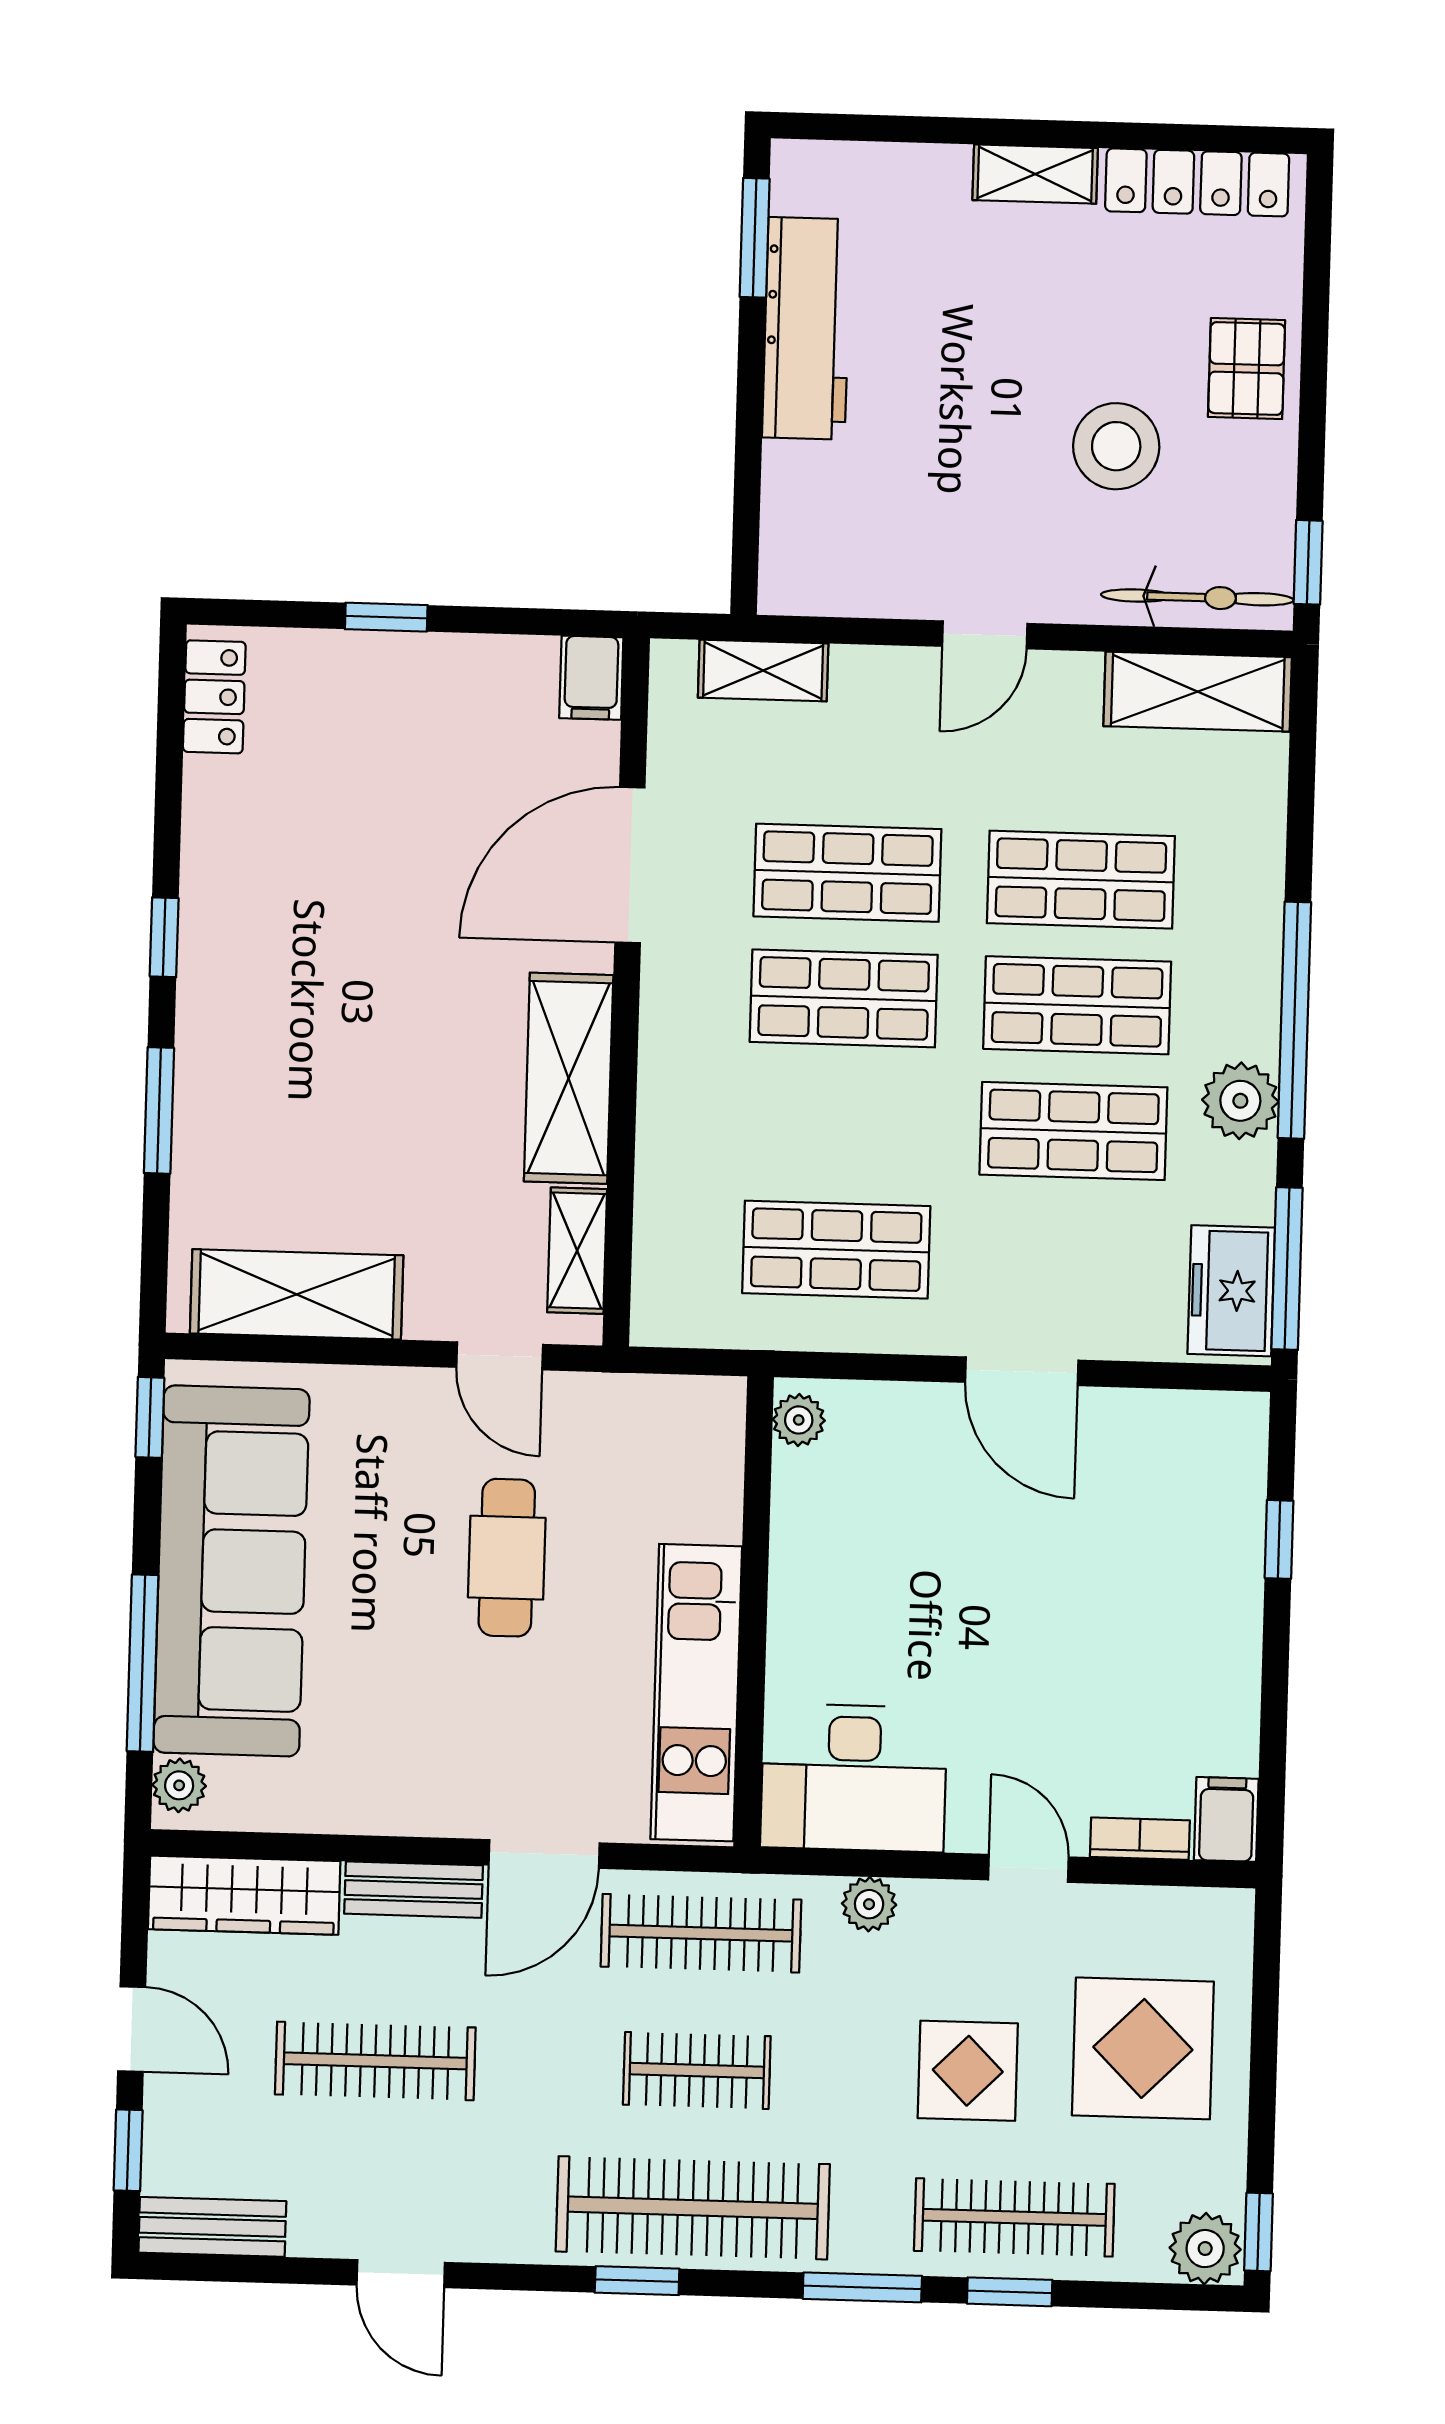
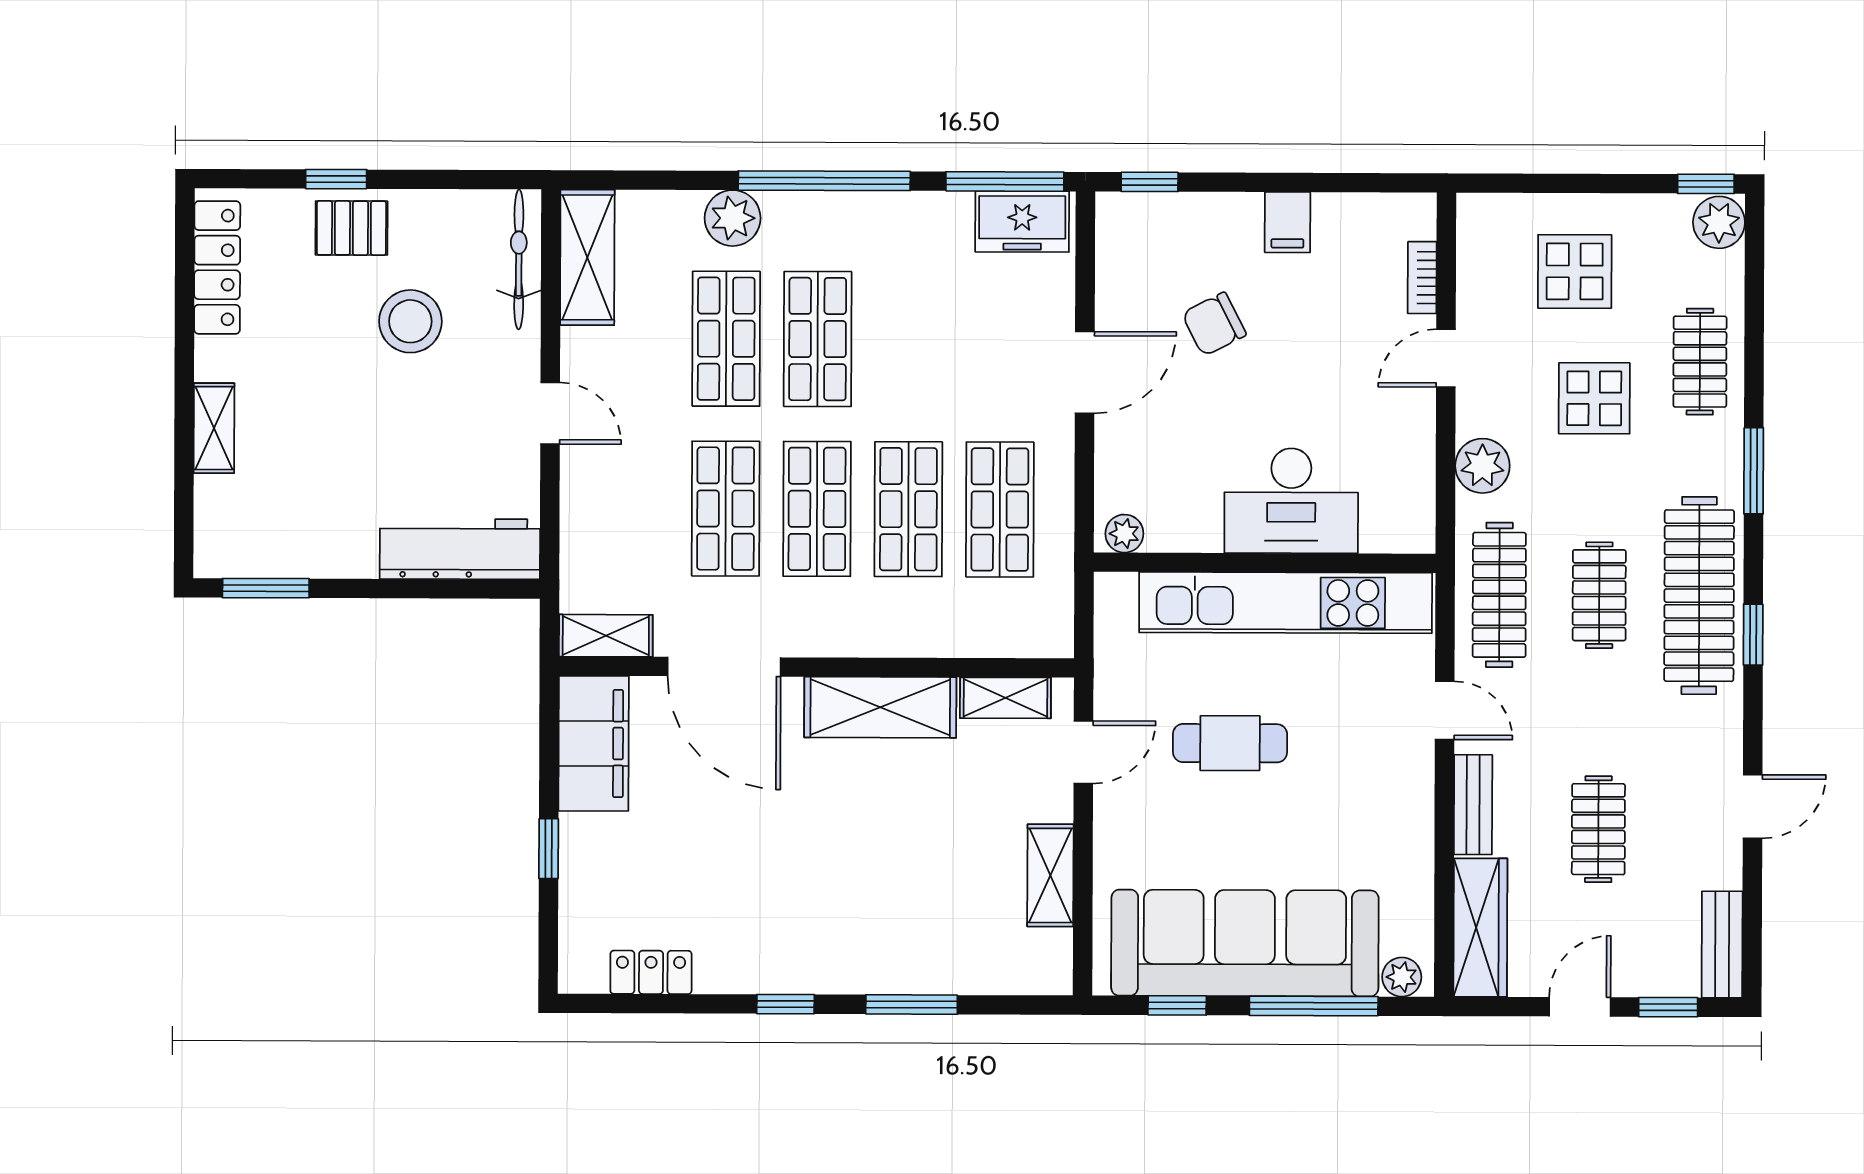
shelving: (1035, 174) -> (214, 428), moved
workbench: (807, 328) -> (460, 549), moved
window: (1308, 562) -> (336, 179), moved
shelving: (763, 671) -> (606, 636), moved, turned 90
filing cabinet: (591, 678) -> (594, 743), width x3.00, depth x1.17
locker: (214, 697) -> (651, 972), moved
plant: (1240, 1101) -> (733, 218), moved
shop shelf: (1073, 1131) -> (908, 509), moved
shelving: (297, 1294) -> (1050, 875), width x0.67, depth x0.75
window: (150, 1417) -> (1177, 1005), moved
window: (1279, 1539) -> (1150, 182), moved
chair: (1083, 1551) -> (1214, 324), added
kitchen unit: (696, 1693) -> (1286, 603), width x1.36
desk: (854, 1778) -> (1291, 501), moved, turned 90
filing cabinet: (1226, 1819) -> (1288, 222), moved, turned -90
door: (544, 1854) -> (1445, 710), width x0.73
plant: (869, 1904) -> (1482, 466), width x1.38, depth x1.38
display table: (1143, 2048) -> (1575, 271), width x0.73, depth x0.73
clothes rail: (375, 2061) -> (1598, 829), width x0.73
clothes rail: (1014, 2217) -> (1700, 362), width x0.73
window: (1010, 2292) -> (1754, 364), removed

